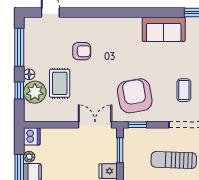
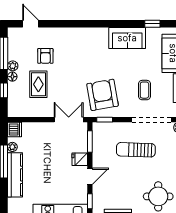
armchair: (82, 51) -> (45, 56), moved, turned 90
plant: (35, 92) -> (13, 66), moved, width x0.53, depth x0.53

